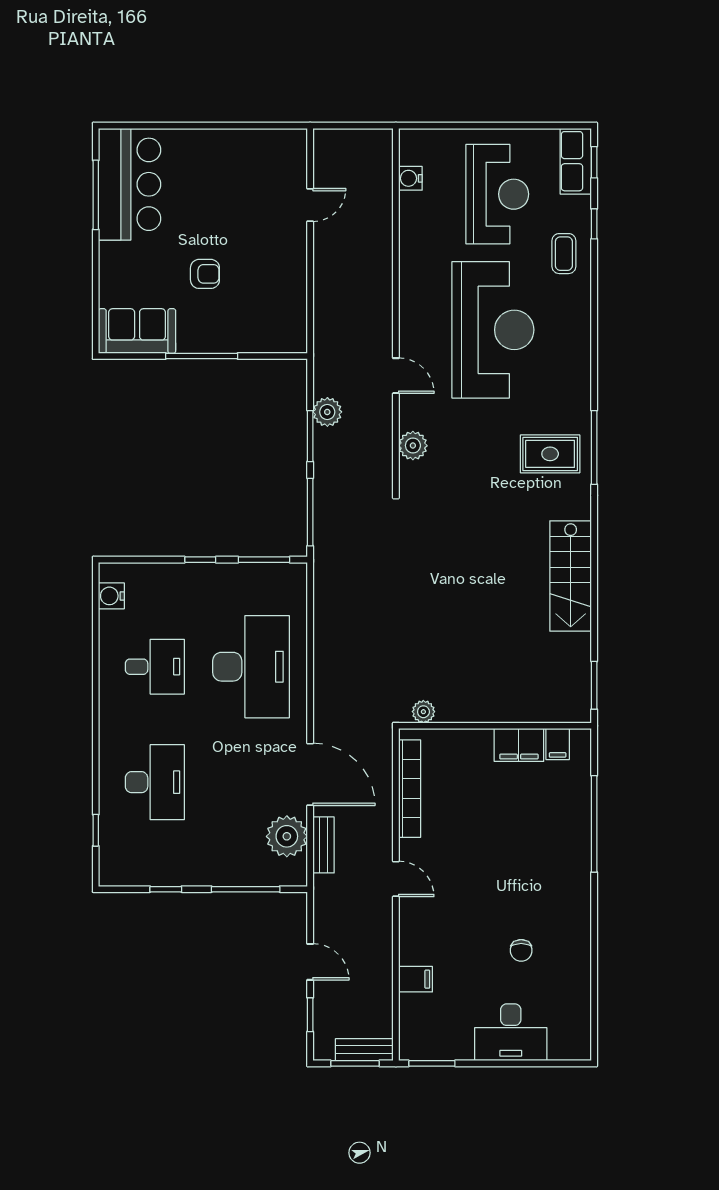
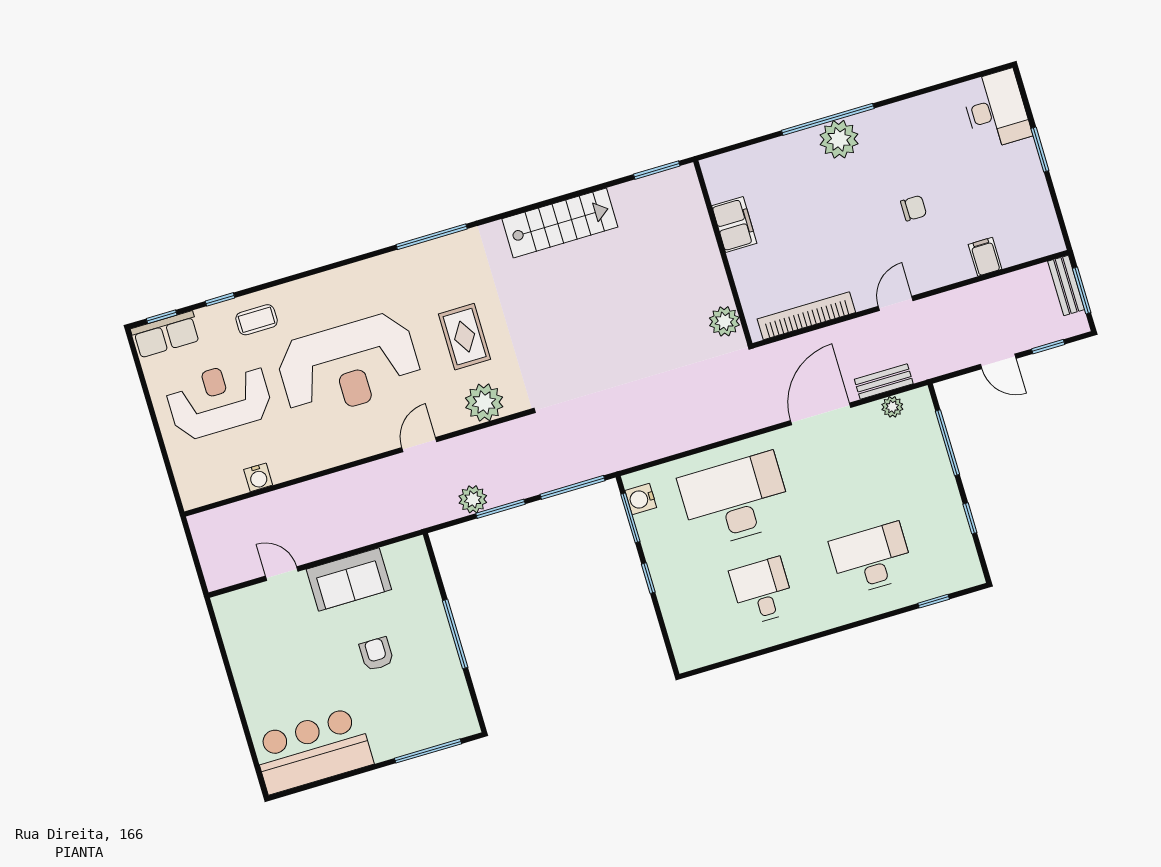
water cooler: (410, 178) -> (258, 477), moved
window: (96, 195) -> (428, 751), moved
reception desk: (493, 330) -> (349, 366), turned 180
sofa: (137, 331) -> (349, 579), moved, turned -90
plant: (413, 446) -> (484, 402), width x1.36, depth x1.36
rug: (550, 454) -> (465, 337), moved
water cooler: (111, 596) -> (641, 499), moved, turned 90
plant: (423, 712) -> (724, 321), width x1.38, depth x1.38
filing cabinet: (558, 744) -> (723, 188), removed
window: (594, 824) -> (828, 119), moved
plant: (287, 836) -> (892, 407), width x0.53, depth x0.53
plant: (572, 871) -> (839, 139), added
chair: (521, 950) -> (914, 208), moved
door: (310, 962) -> (998, 361), swing flipped
desk: (511, 1032) -> (996, 110), moved
window: (432, 1063) -> (1040, 149), moved

